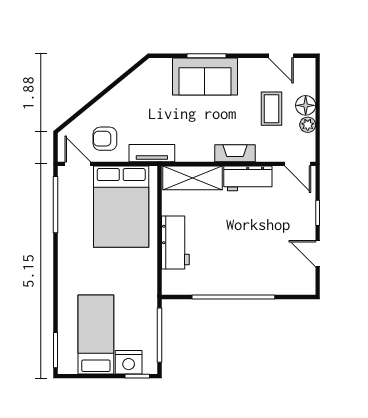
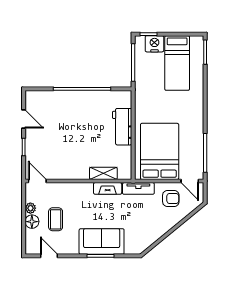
fireplace: (235, 153) -> (108, 188), moved
shelving: (193, 178) -> (103, 173), width x0.67, depth x0.75
workbench: (248, 178) -> (72, 171), removed

